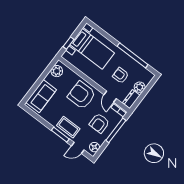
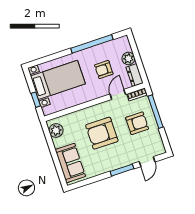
armchair: (82, 95) -> (102, 133), moved
door: (110, 97) -> (118, 94), swing flipped
armchair: (99, 123) -> (137, 123), turned -90
coffee table: (68, 127) -> (120, 157), removed
floor lamp: (94, 147) -> (158, 144), removed

